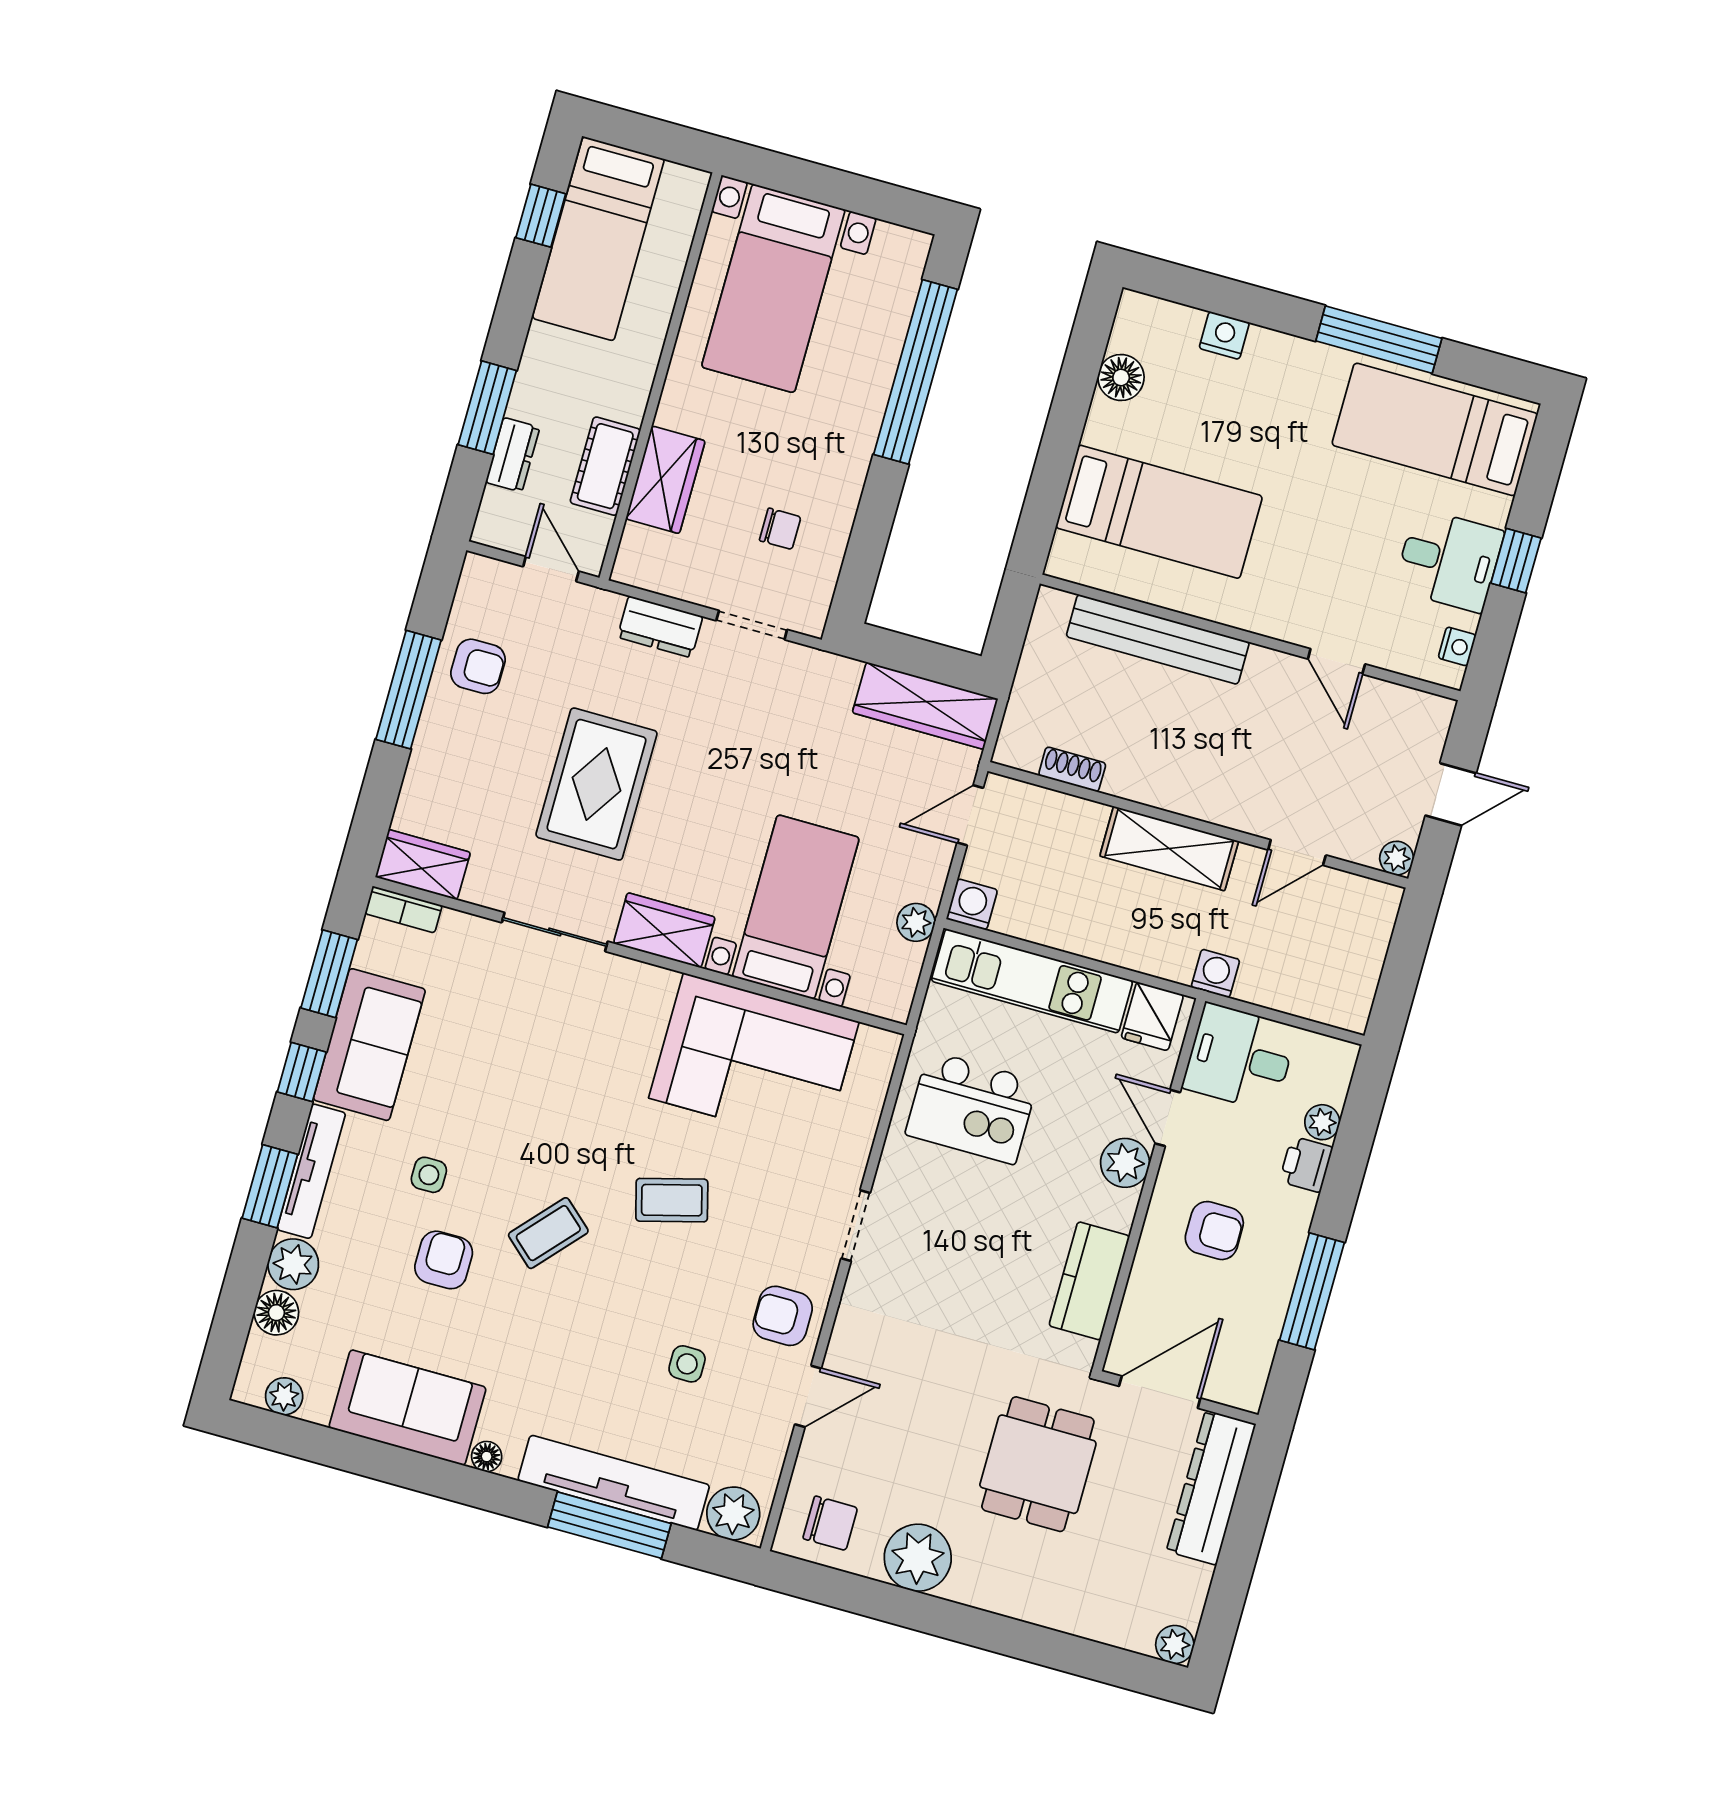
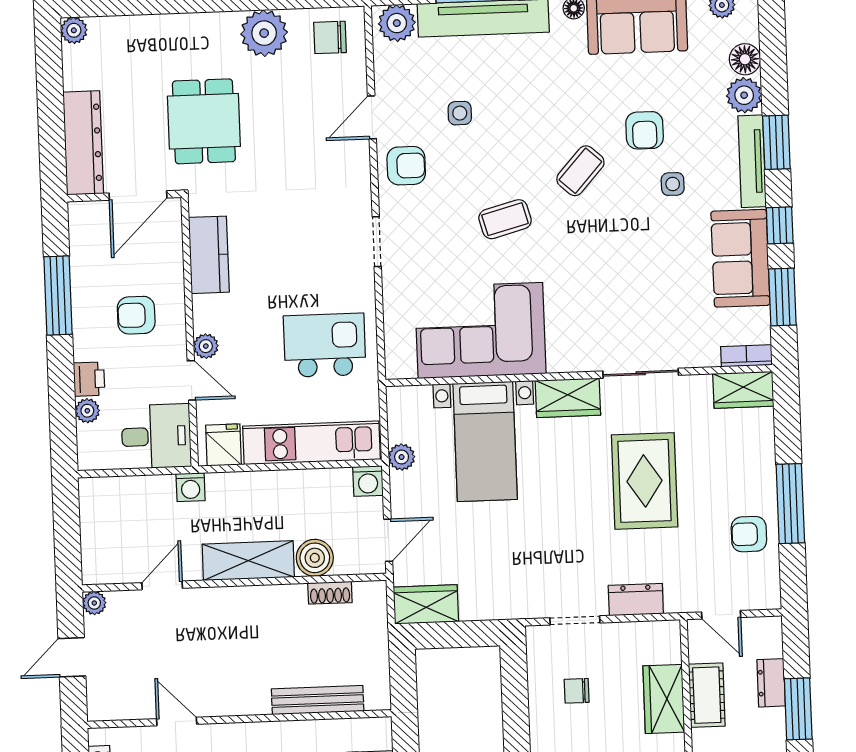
bench: (1158, 639) -> (318, 700), width x0.73, depth x0.82
wardrobe: (925, 706) -> (426, 604), width x0.67
boiler: (1078, 823) -> (315, 558), added
plant: (1125, 1163) -> (206, 346), width x0.73, depth x0.73

